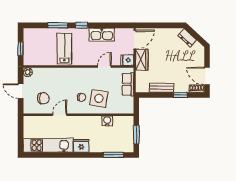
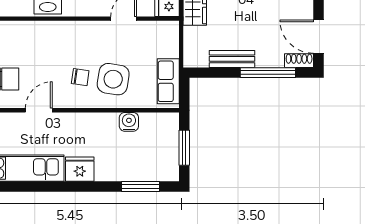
row of seats: (128, 84) -> (168, 81), moved
window: (180, 95) -> (268, 73), width x2.17

